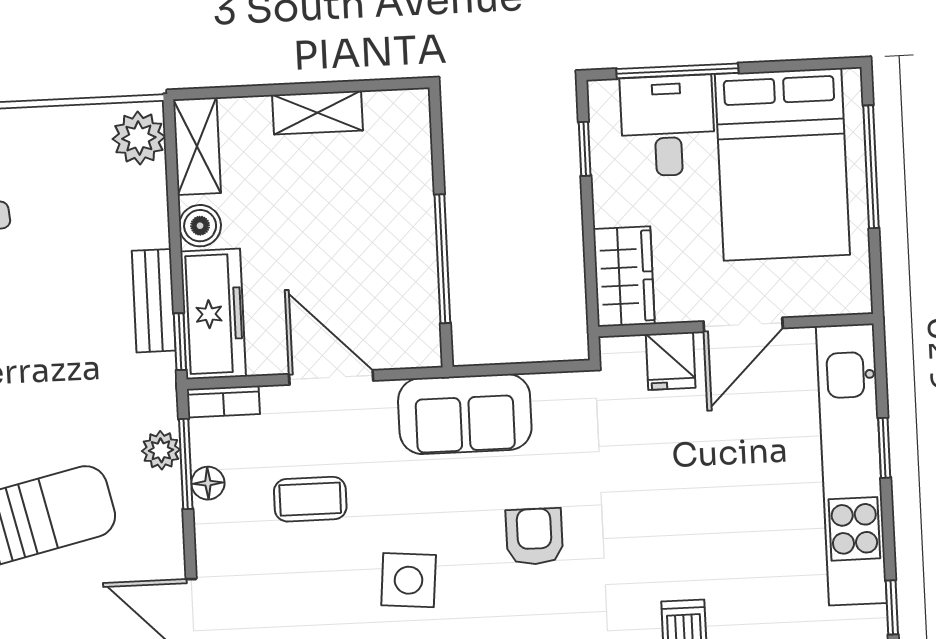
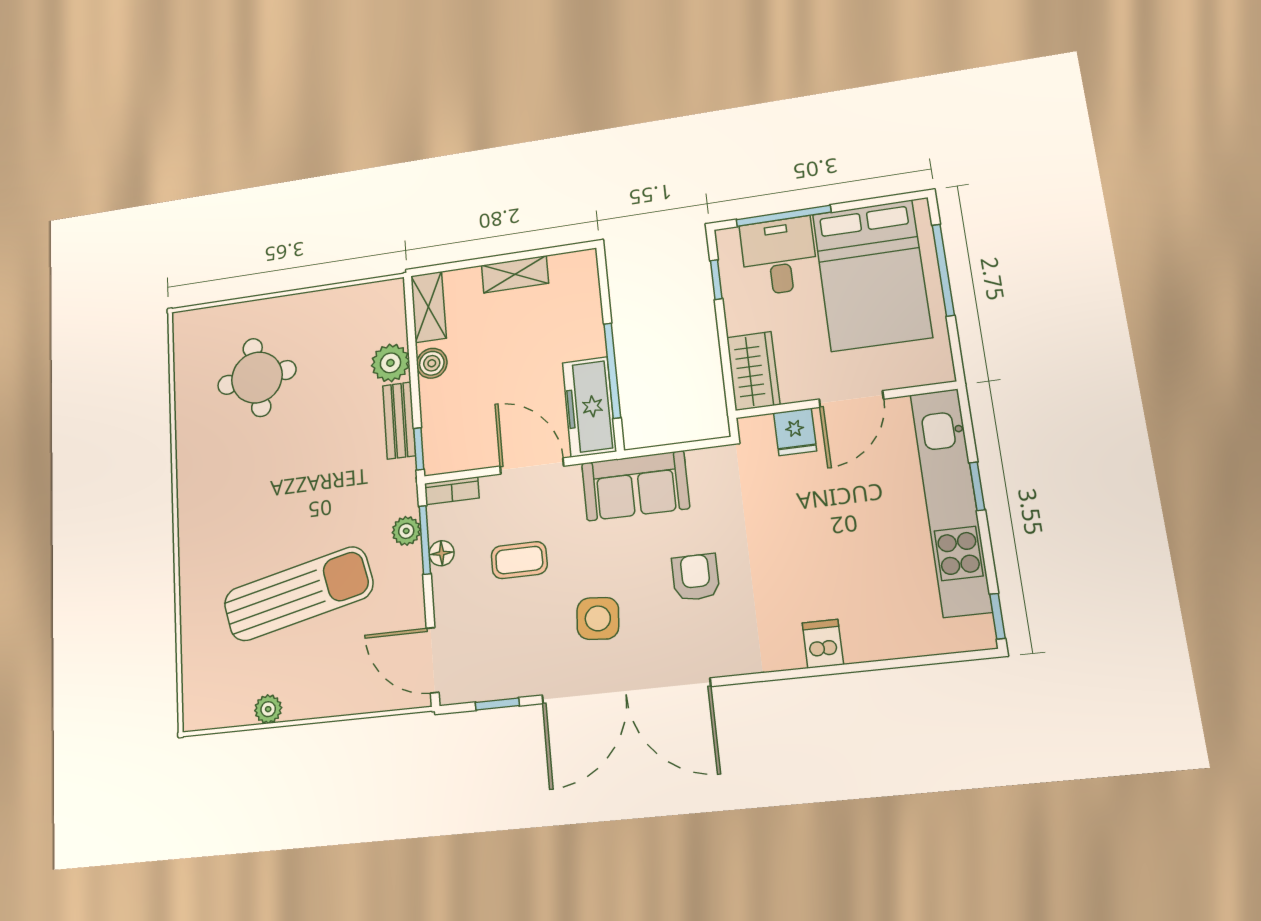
plant: (139, 138) -> (390, 363), moved
freezer: (213, 314) -> (589, 407), moved, turned 180

